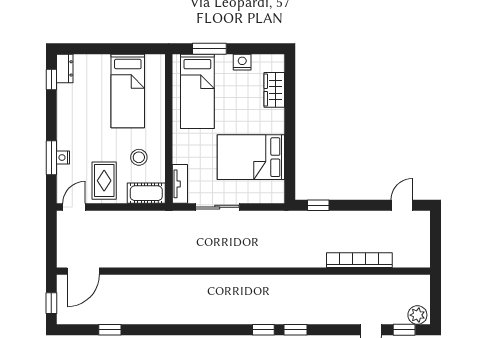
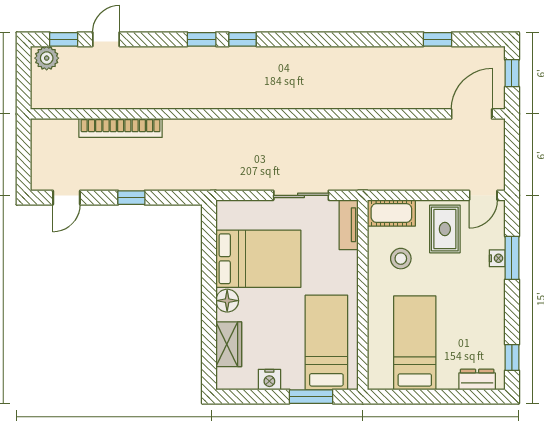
dresser: (65, 68) -> (477, 380), moved, turned 90
floor lamp: (275, 124) -> (227, 301), added
window: (318, 205) -> (131, 198), moved

